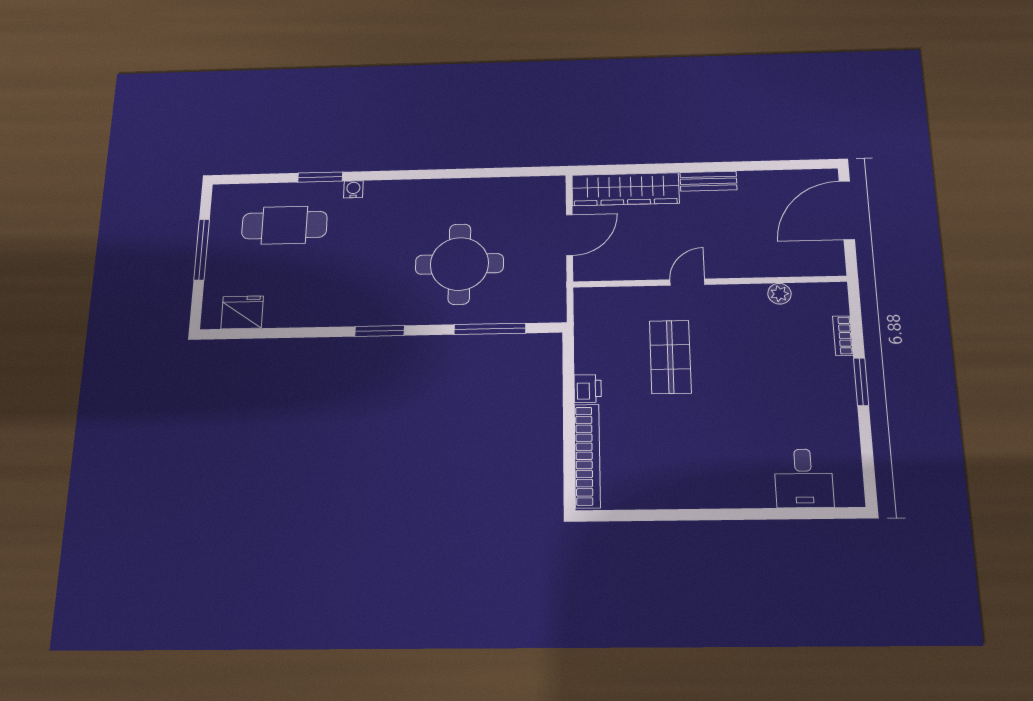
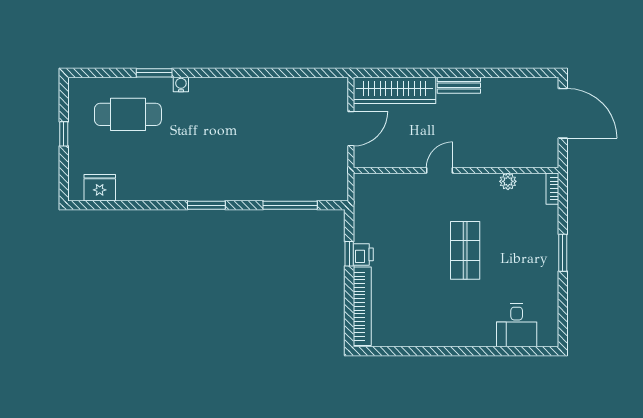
door: (847, 210) -> (563, 113), swing flipped
window: (202, 250) -> (64, 134), width x0.46
round table: (459, 264) -> (266, 151), removed
bookcase: (843, 336) -> (552, 189), moved
shop shelf: (670, 357) -> (465, 250), moved
window: (569, 388) -> (349, 254), added

